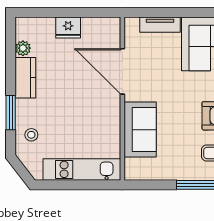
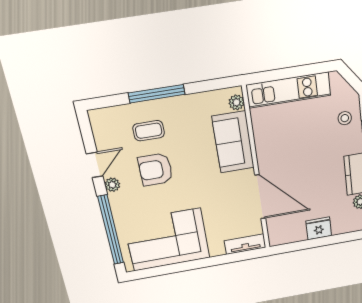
tv unit: (160, 25) -> (245, 244), moved
plant: (131, 166) -> (236, 102), added

